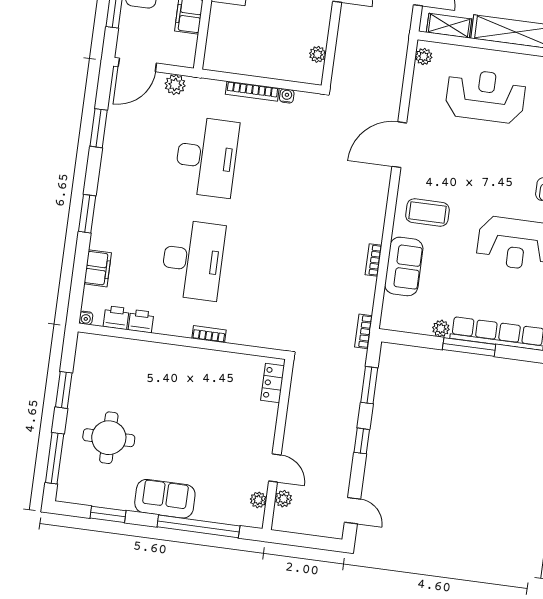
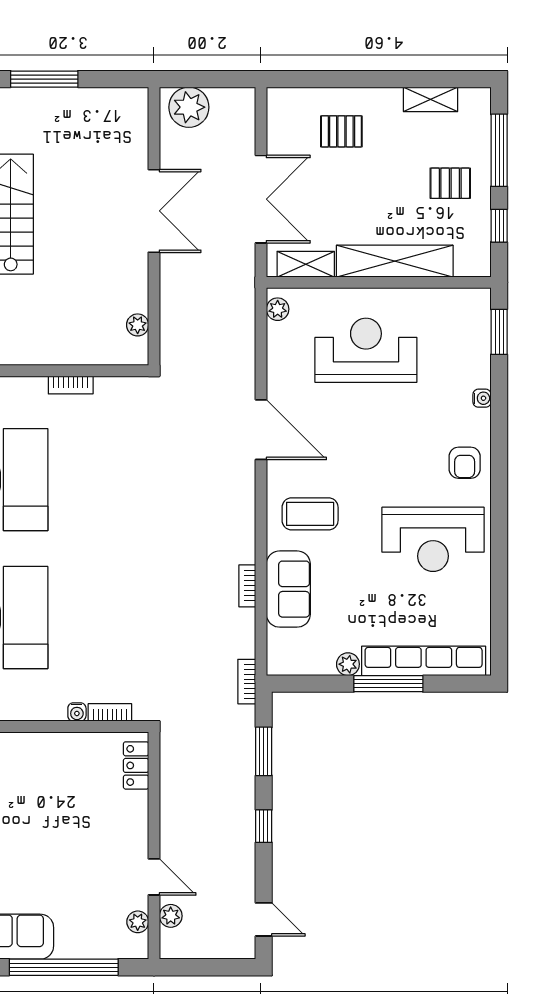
bookcase: (252, 91) -> (71, 385), width x0.64
water cooler: (287, 96) -> (77, 712), moved, turned 180
door: (399, 145) -> (261, 430), swing flipped
bookcase: (209, 334) -> (110, 712), moved

